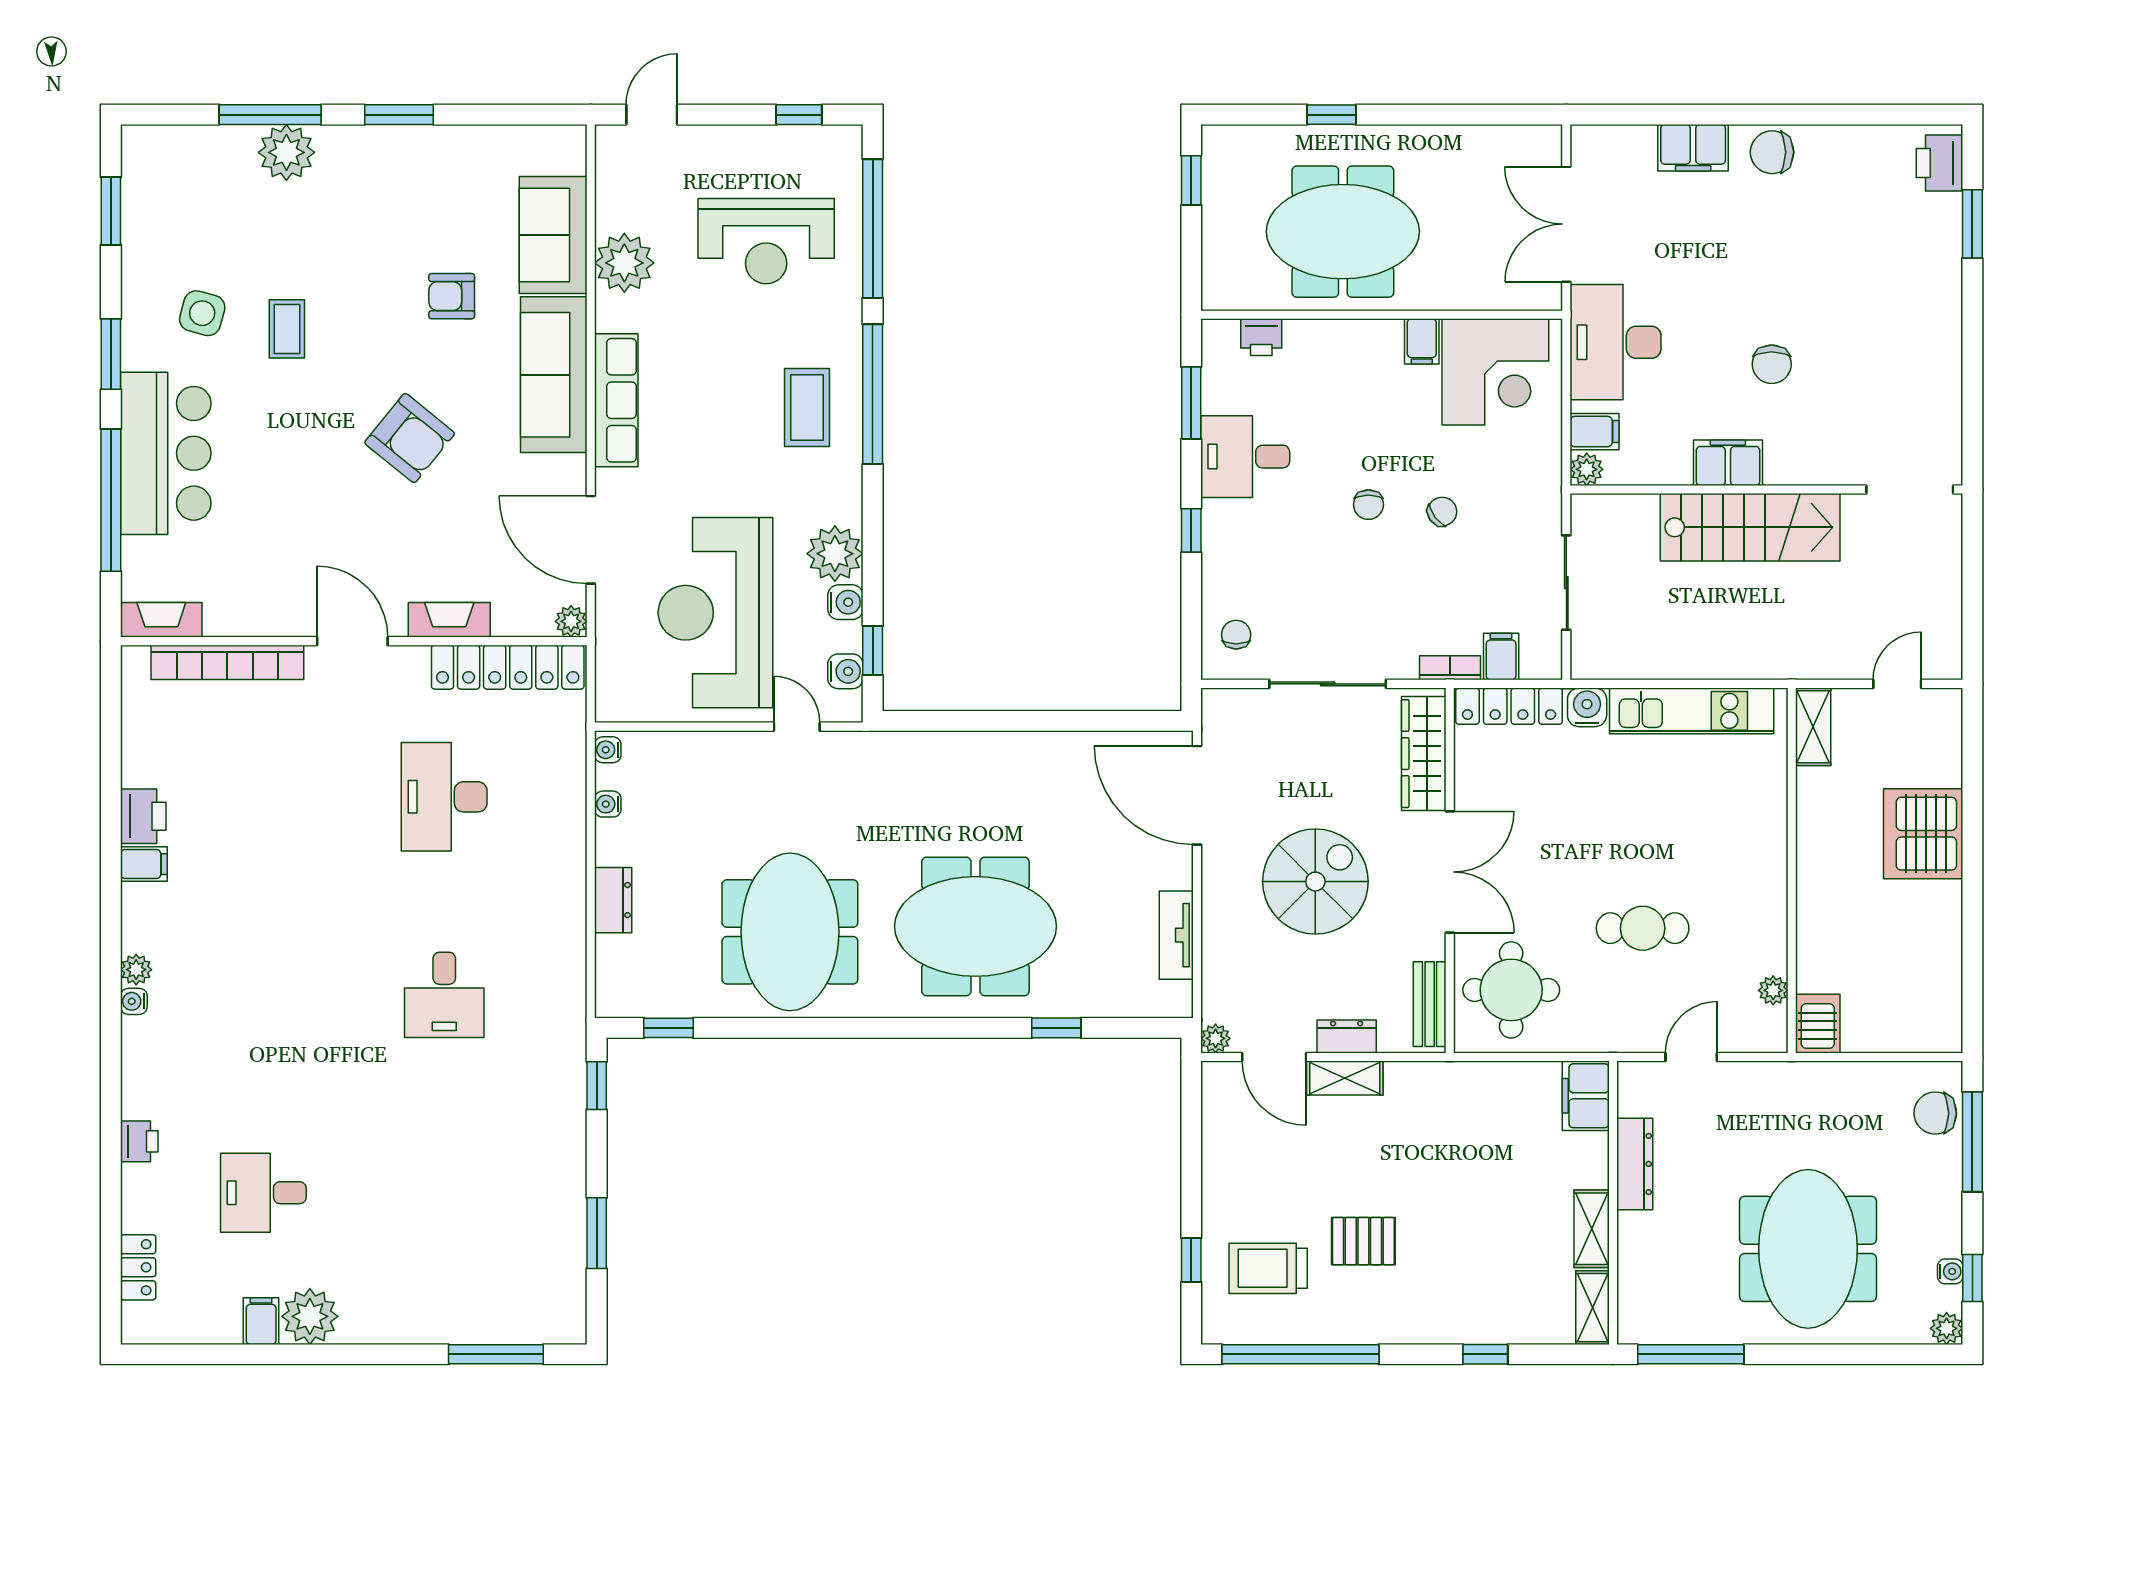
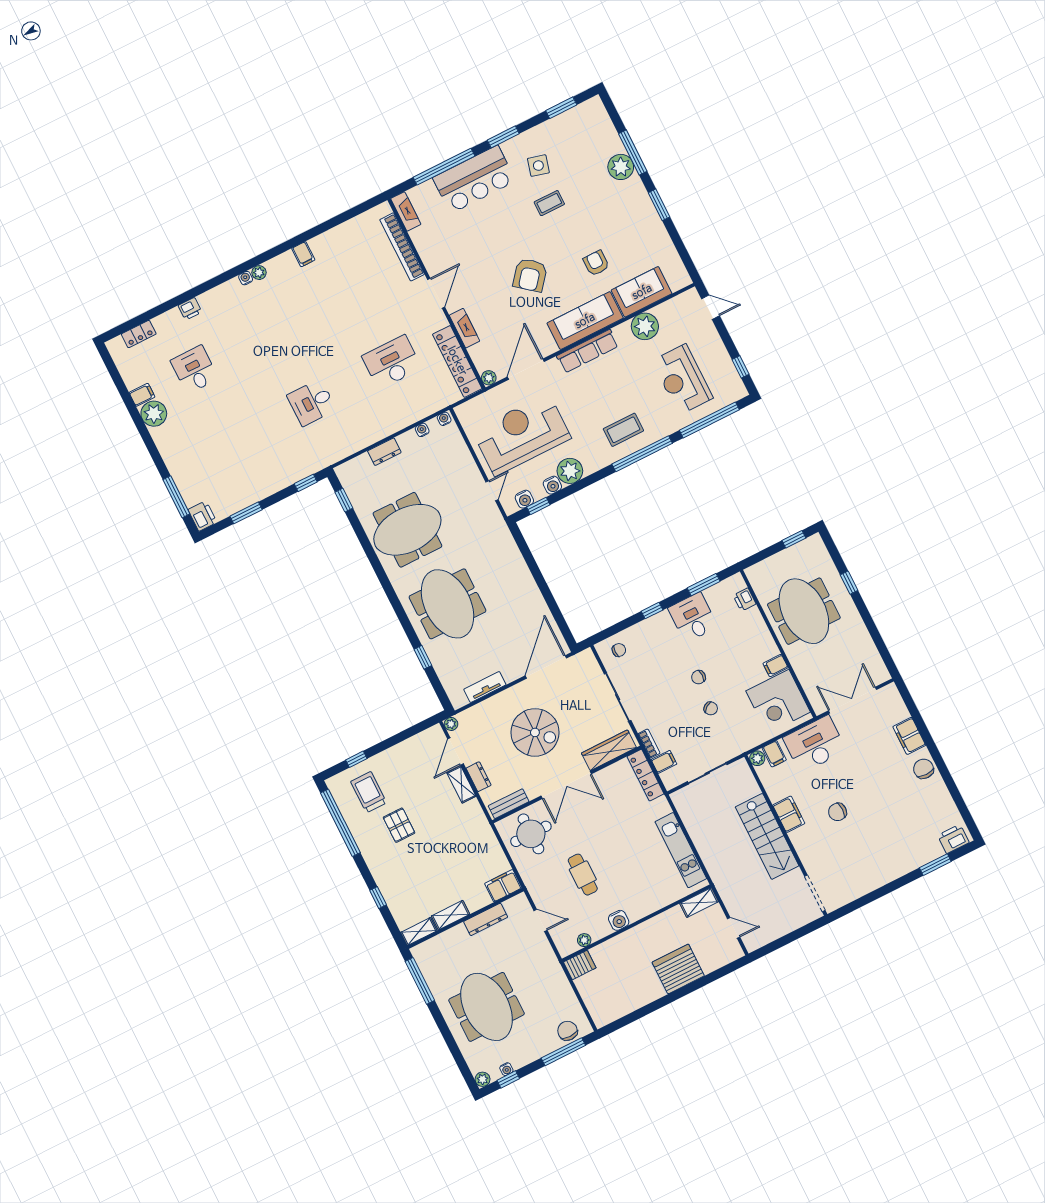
water cooler: (1587, 707) -> (619, 920), moved, turned 90
printer: (143, 816) -> (202, 516), moved, turned -90
meeting table: (1808, 1249) -> (487, 1007), turned 90

